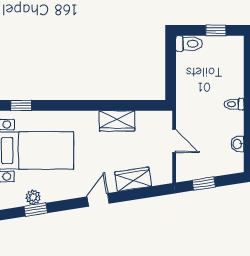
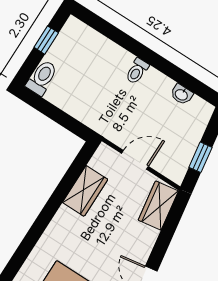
wardrobe: (117, 121) -> (85, 191), moved
wardrobe: (133, 179) -> (158, 205), moved

